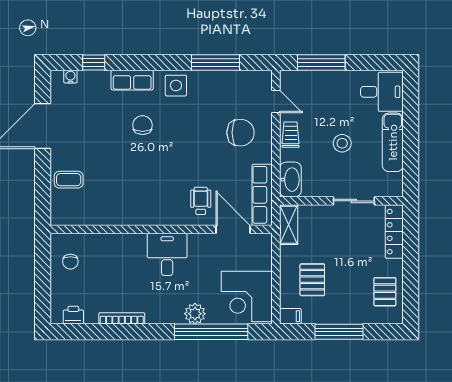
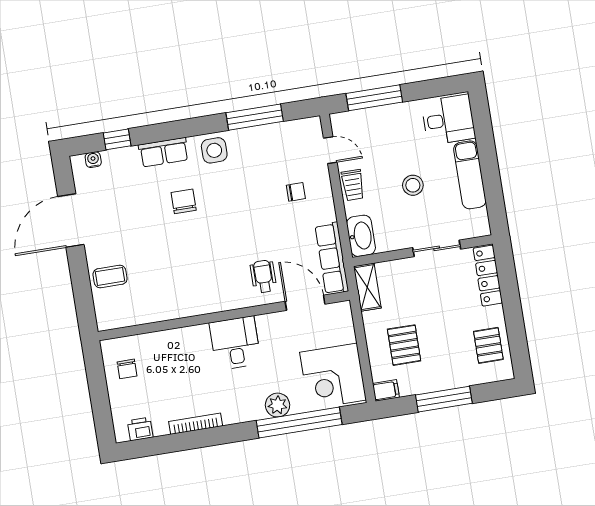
chair: (240, 133) -> (296, 192), width x0.54, depth x0.54
trolley: (291, 135) -> (353, 185), turned 180

